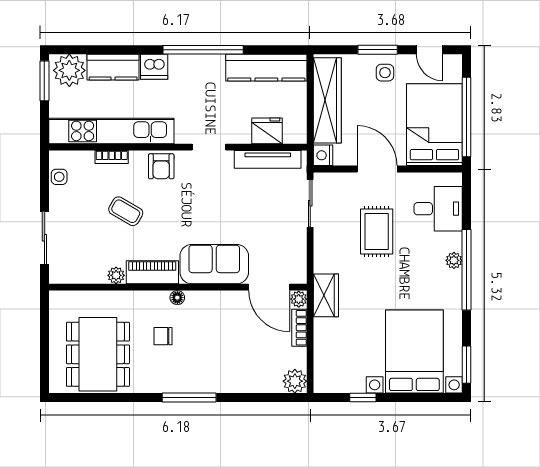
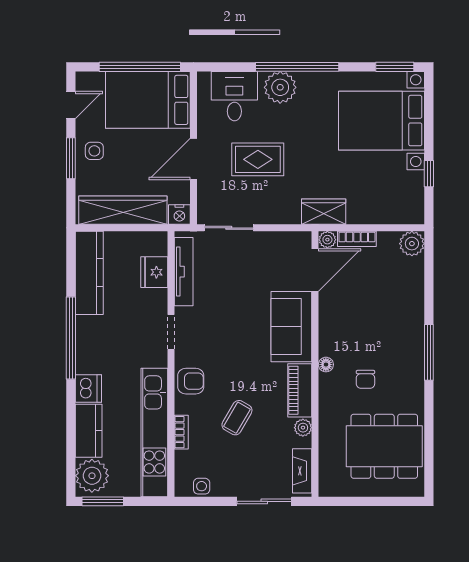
plant: (454, 260) -> (280, 87), width x1.88, depth x1.88
fireplace: (74, 275) -> (302, 471), added

